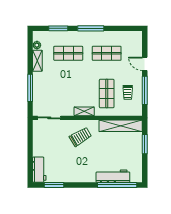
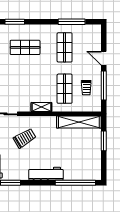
window: (91, 28) -> (72, 22), moved
shop shelf: (107, 53) -> (65, 47), turned 90
trolley: (80, 137) -> (25, 138), moved
workbench: (113, 176) -> (46, 174), moved

